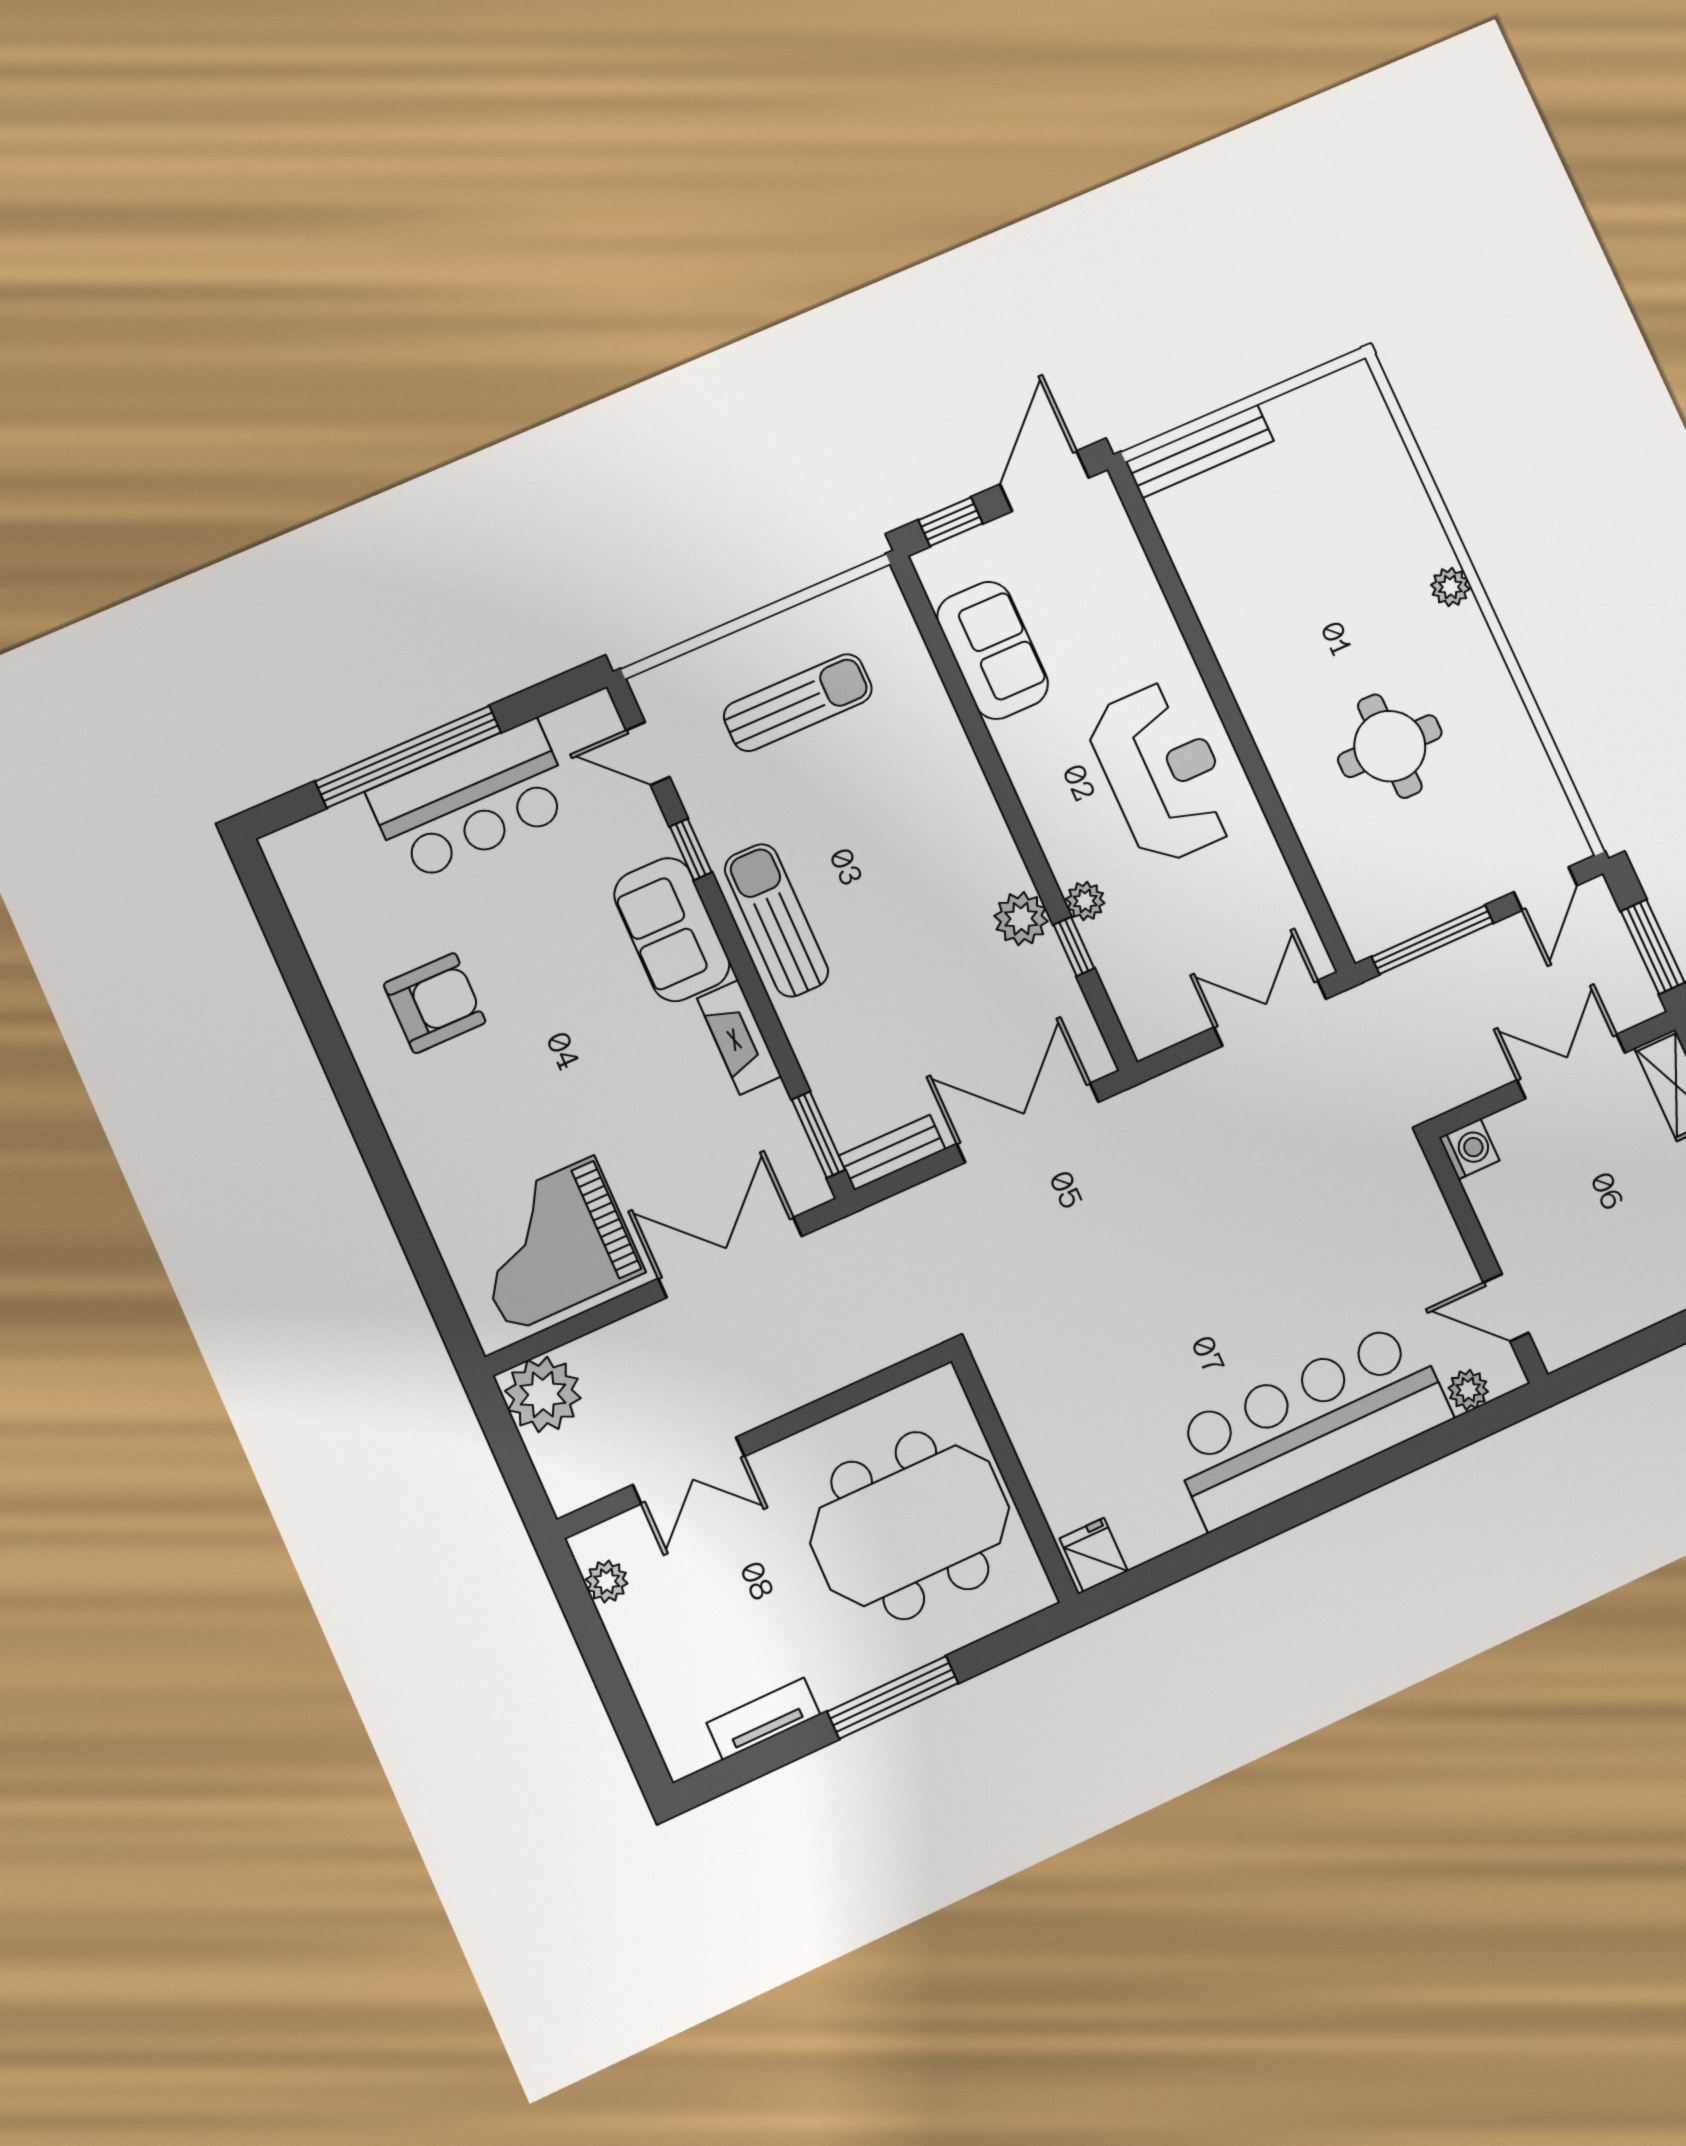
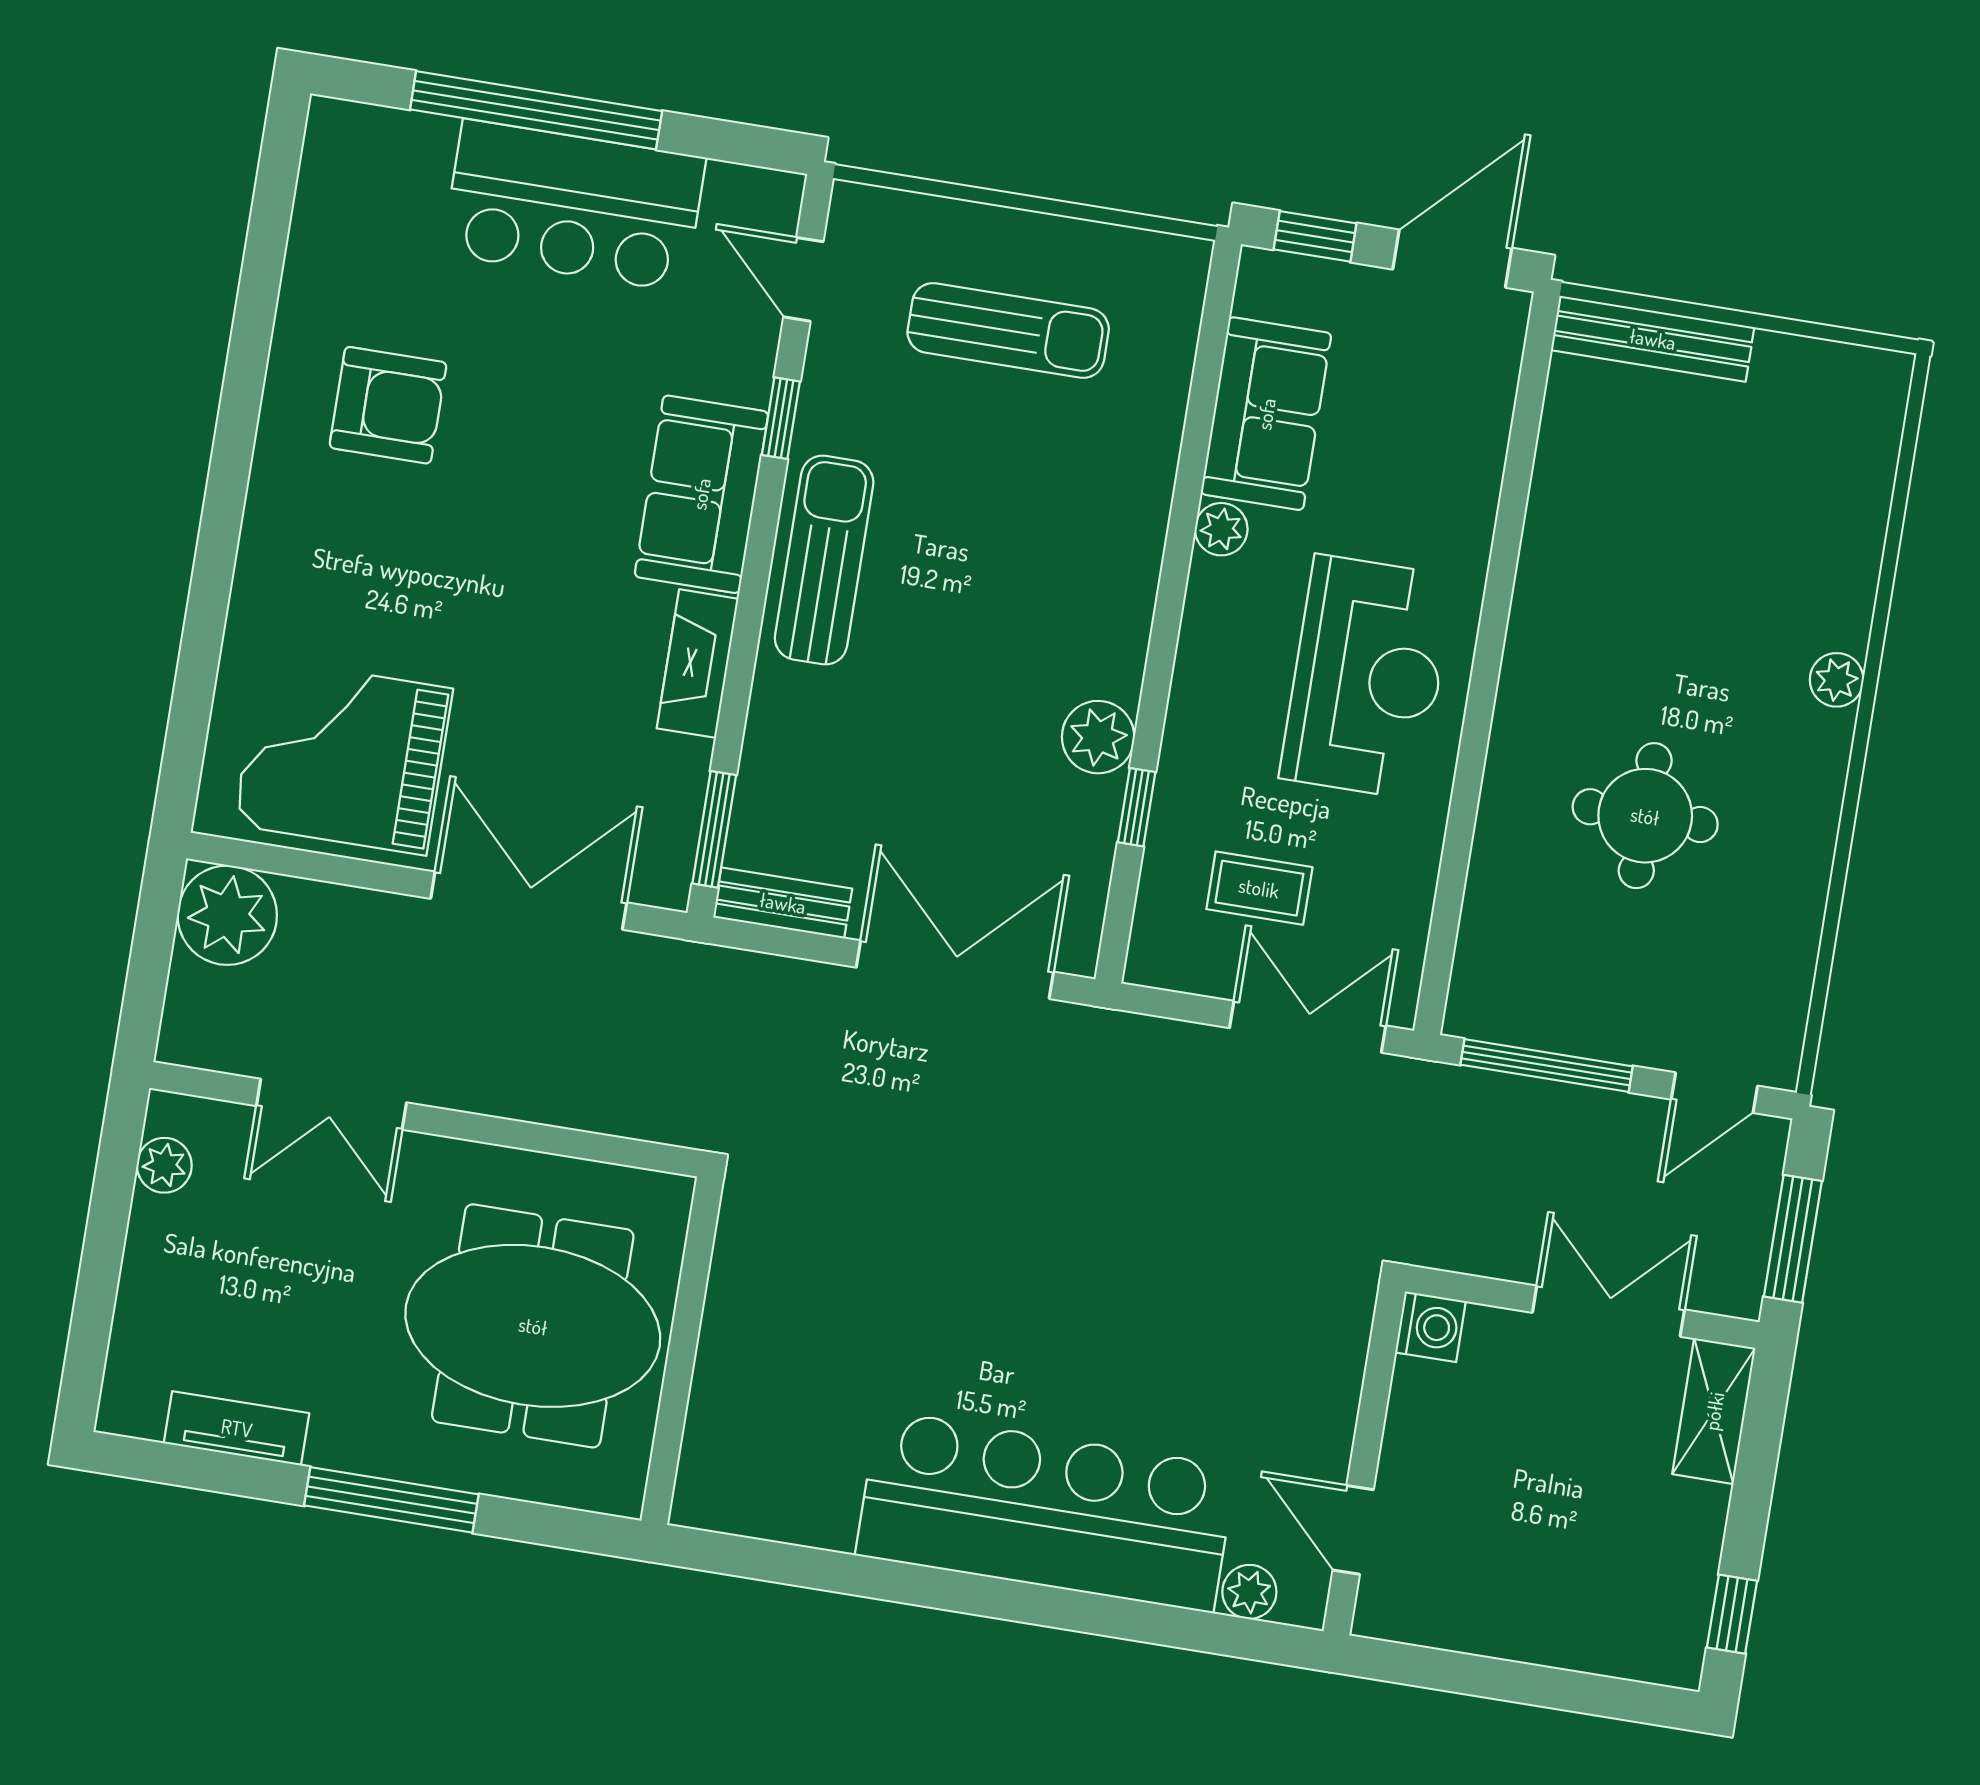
plant: (1085, 901) -> (1221, 529), moved
coffee table: (1183, 947) -> (1259, 888), added
fridge: (1094, 1555) -> (713, 1493), removed

